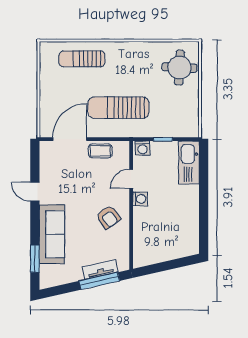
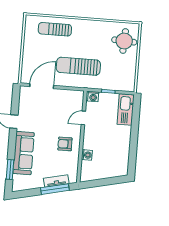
coffee table: (100, 151) -> (63, 96), removed
washing machine: (140, 199) -> (87, 155), moved
armchair: (108, 217) -> (65, 144), turned 126

